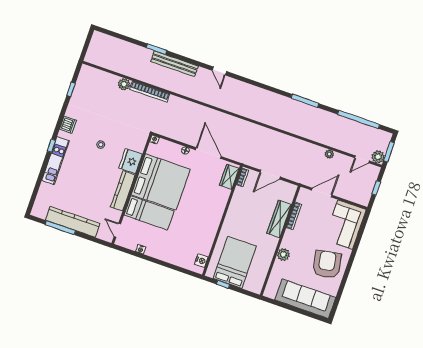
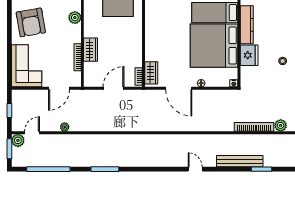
wardrobe: (279, 219) -> (91, 50), width x0.67

